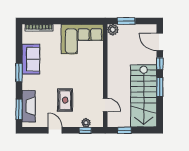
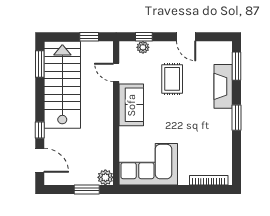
sofa: (31, 59) -> (131, 105), moved, turned 180
window: (160, 87) -> (40, 64), moved
fireplace: (29, 106) -> (223, 86), moved

